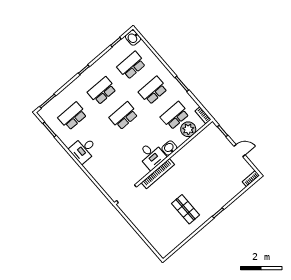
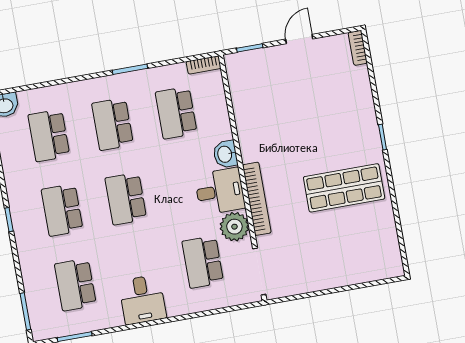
plant: (188, 129) -> (234, 227), moved
school desk: (116, 166) -> (203, 262), added
shop shelf: (186, 209) -> (344, 188), width x1.43, depth x1.36

